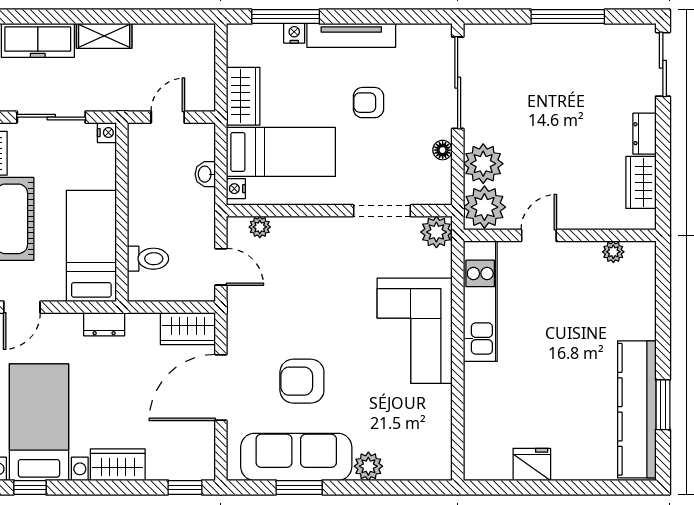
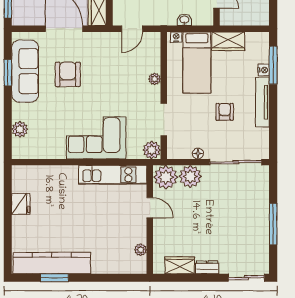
plant: (260, 227) -> (155, 79), moved
plant: (368, 466) -> (20, 129), moved

